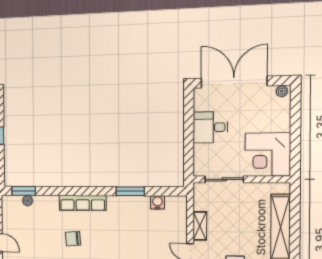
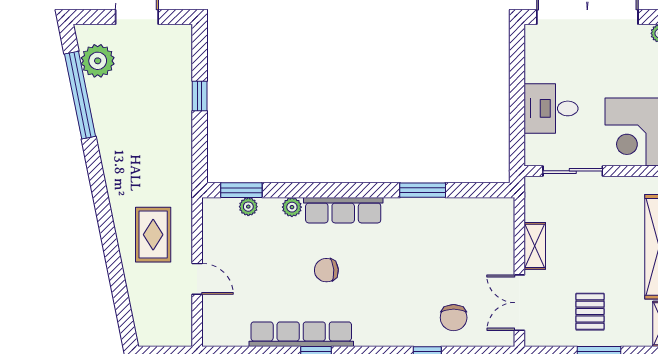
desk: (210, 127) -> (551, 108), moved
plant: (53, 201) -> (292, 207), added
water cooler: (158, 202) -> (467, 208), removed

